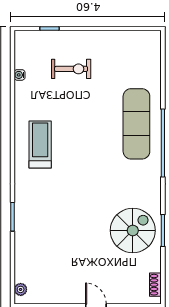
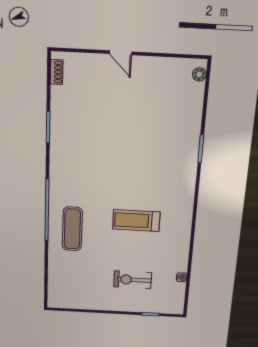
exercise mat: (136, 124) -> (72, 229), width x0.73, depth x0.69
treadmill: (40, 145) -> (136, 221), moved, turned 90
spiral stairs: (133, 230) -> (79, 129), removed

